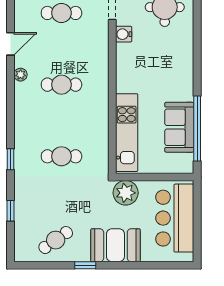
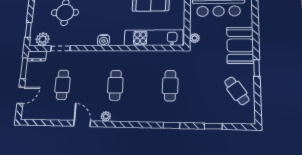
water cooler: (124, 34) -> (104, 40), moved
plant: (126, 193) -> (195, 38), width x0.53, depth x0.53

